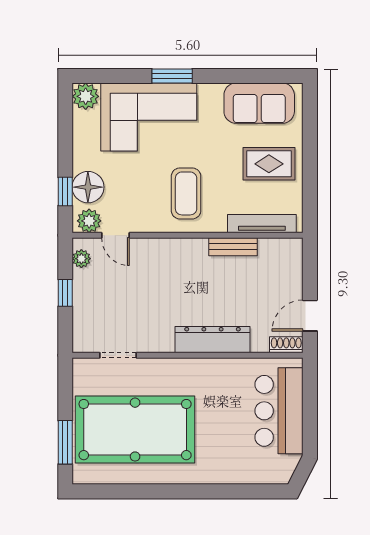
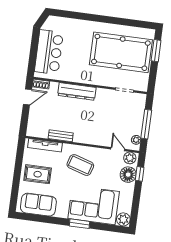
coffee table: (186, 193) -> (80, 165), turned -73
window: (65, 293) -> (146, 124), width x2.17

